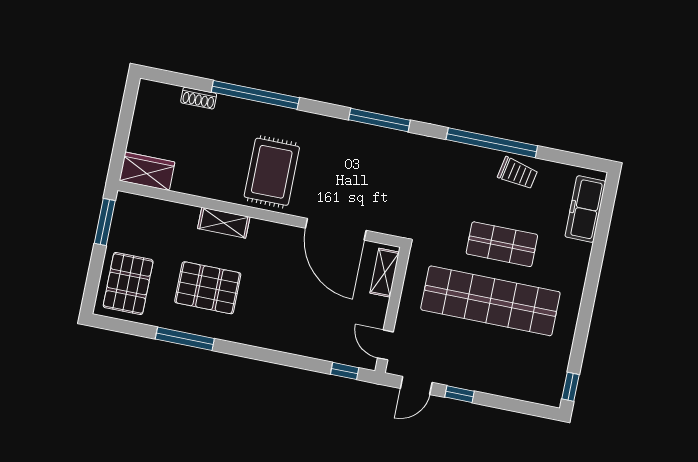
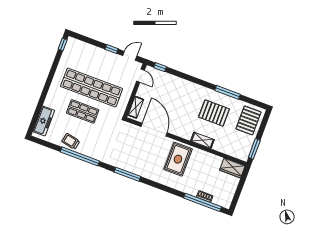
window: (255, 95) -> (203, 202), moved

